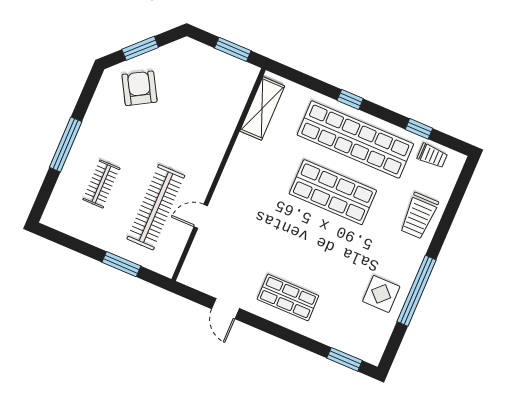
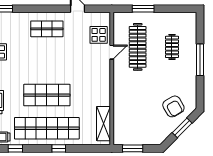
display table: (210, 253) -> (99, 35), added

